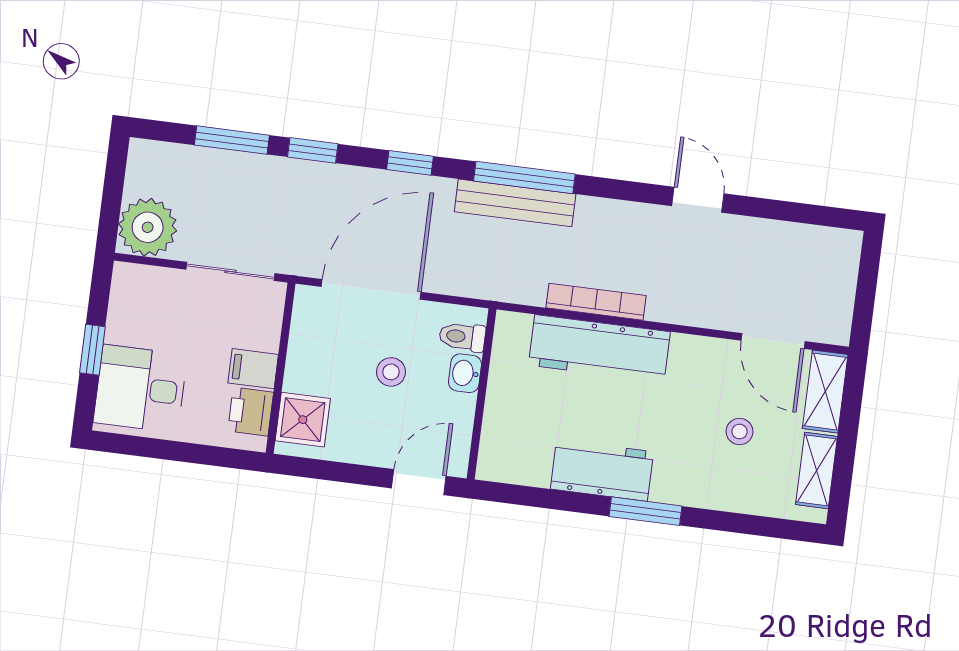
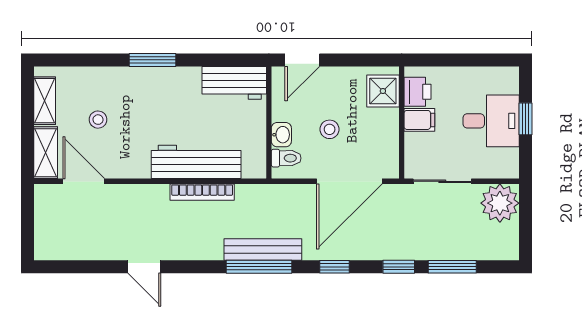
desk: (140, 389) -> (491, 121), moved
workbench: (602, 470) -> (234, 83), moved

